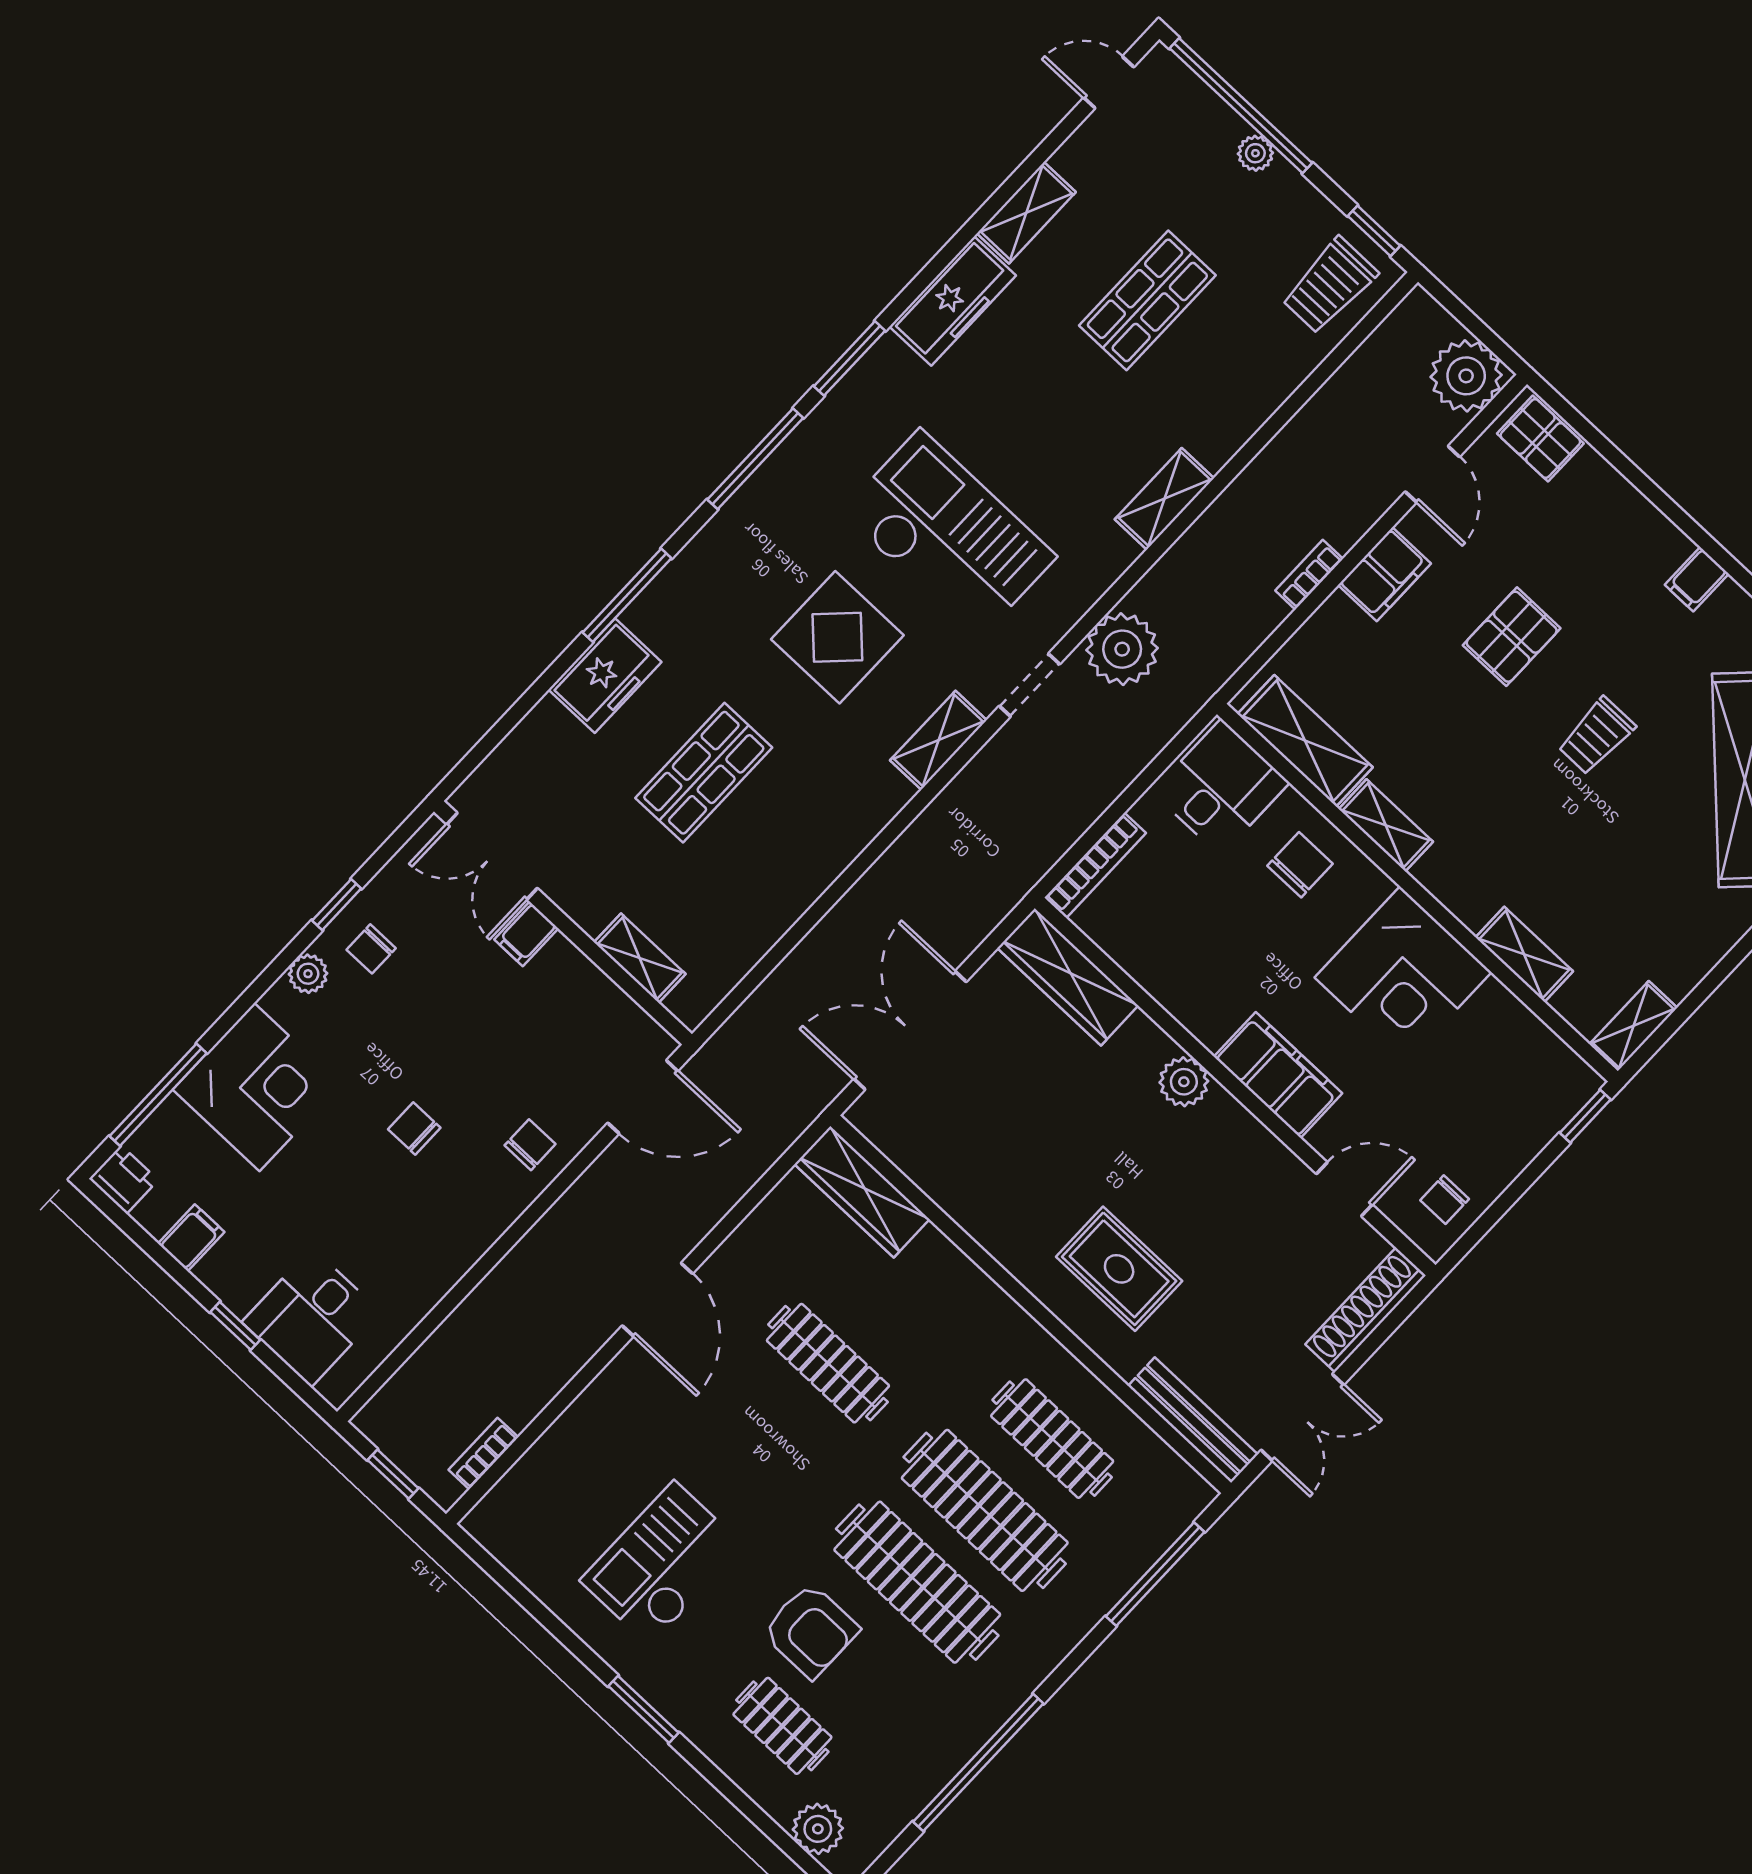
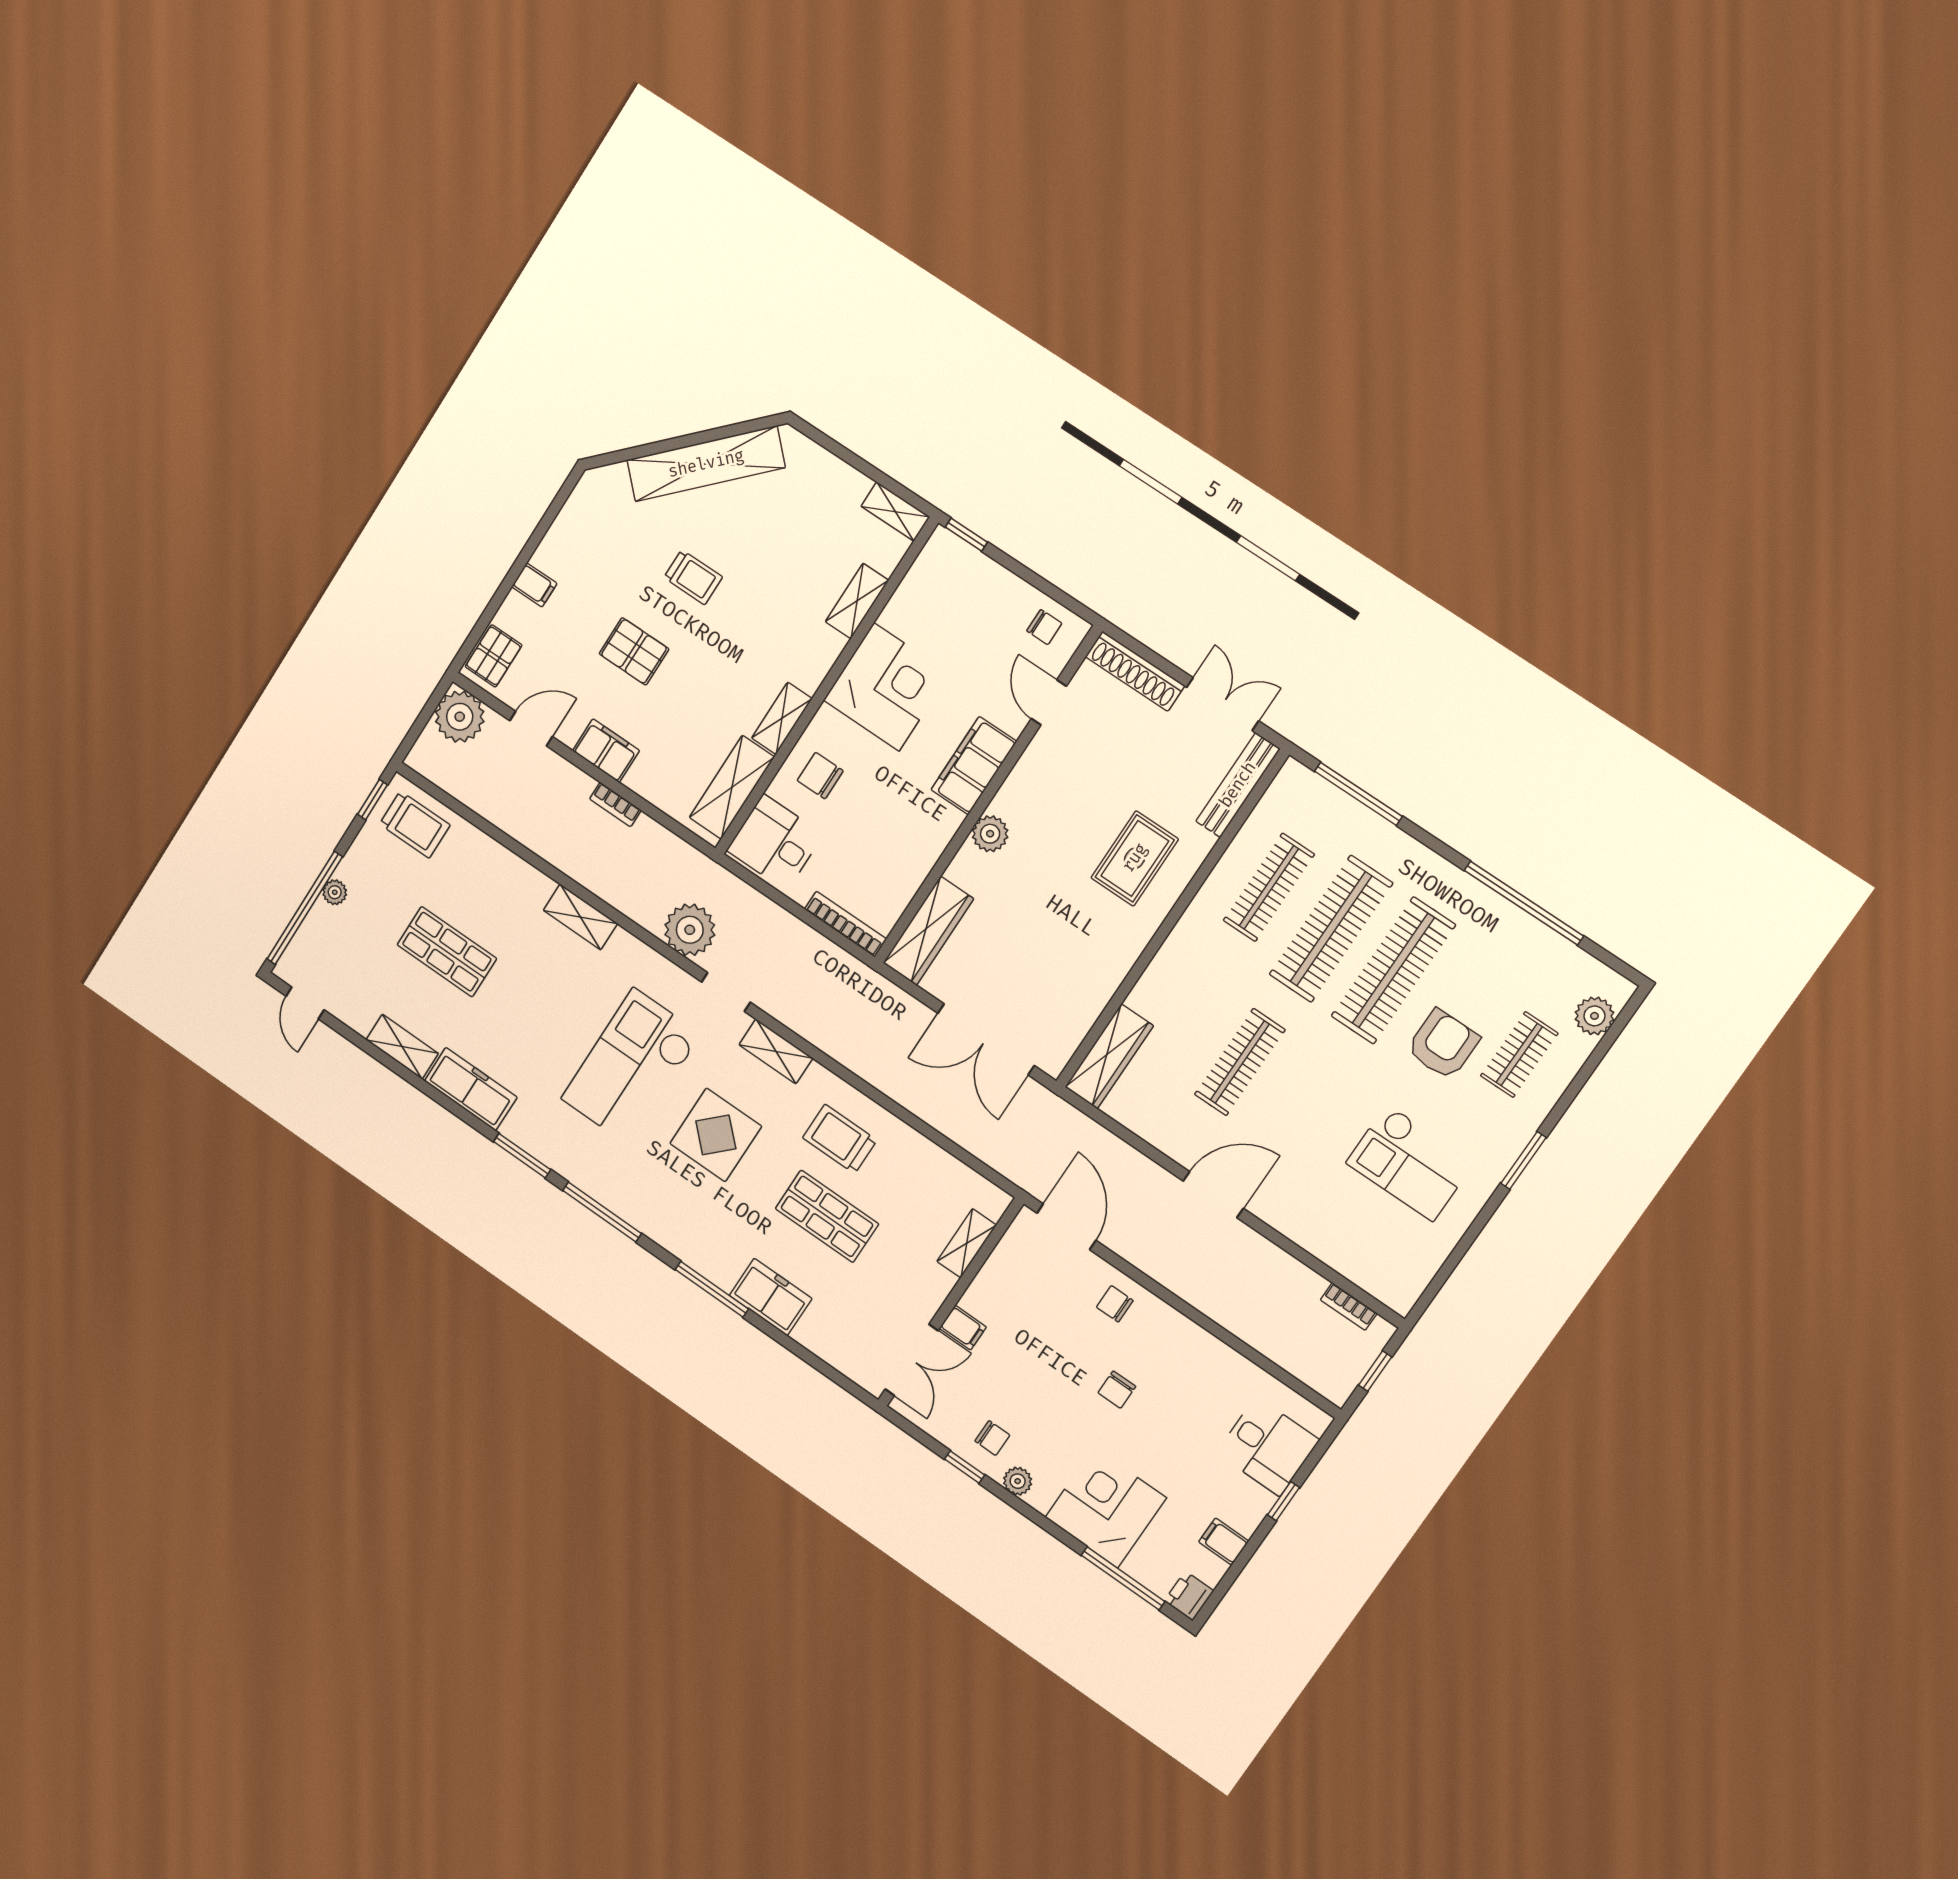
filing cabinet: (1697, 579) -> (534, 585), moved
trolley: (806, 808) -> (840, 1139), added

